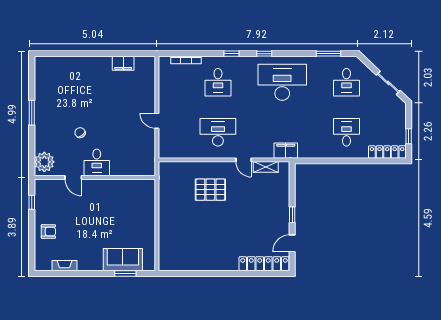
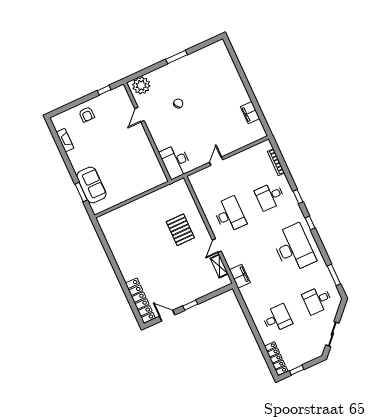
desk: (97, 162) -> (176, 161), moved, width x1.37

